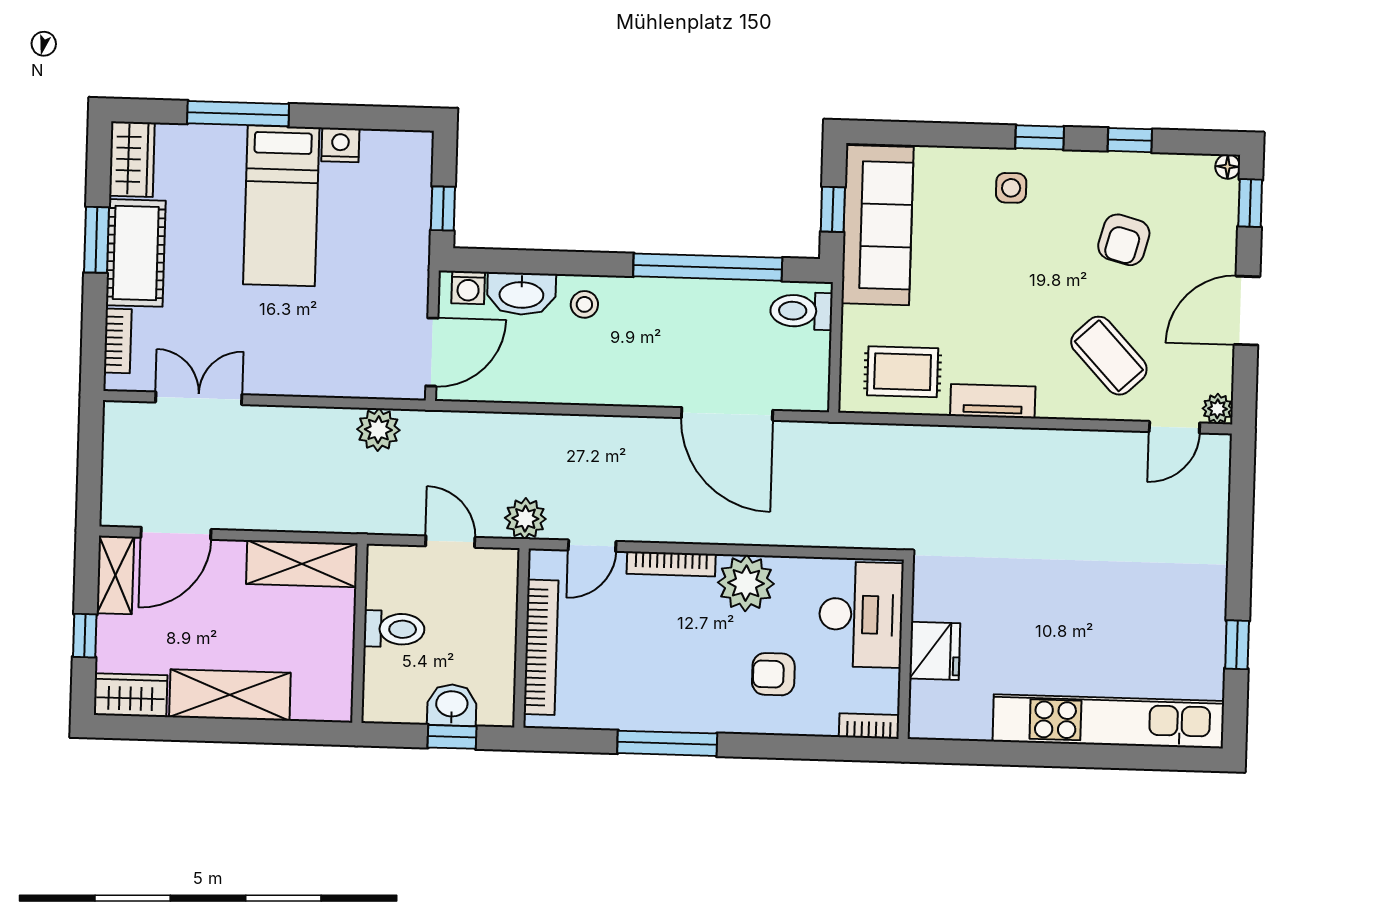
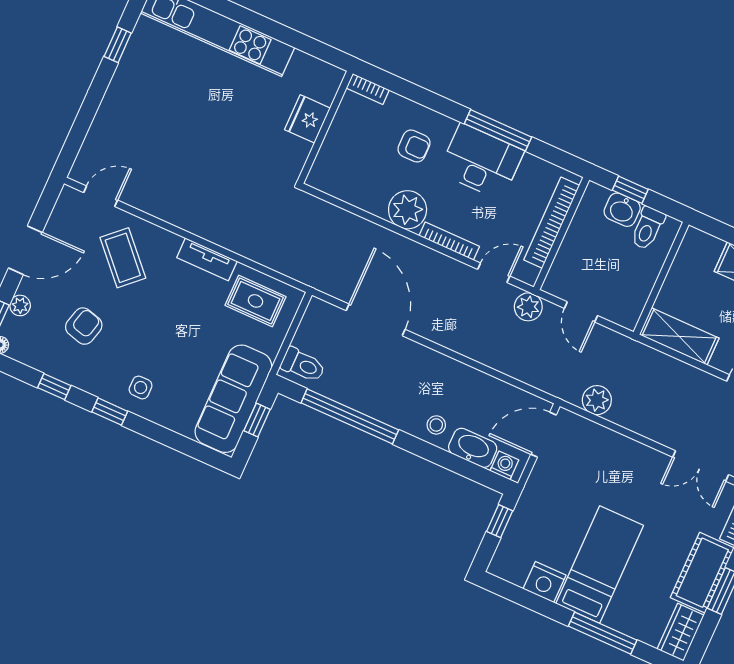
nightstand: (340, 145) -> (545, 582), width x1.36, depth x1.33
plant: (1218, 409) -> (20, 305), moved
desk: (861, 615) -> (481, 162), moved, turned 90
toilet: (394, 629) -> (648, 228), moved, turned -90

